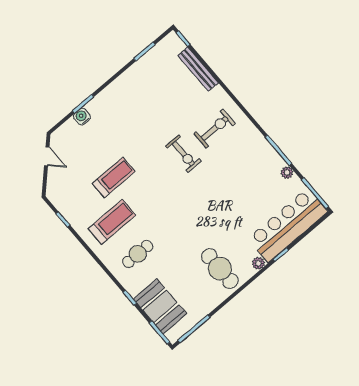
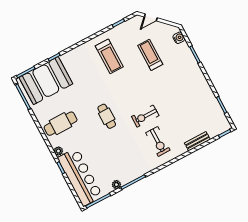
bench: (198, 69) -> (197, 141), width x0.73
water cooler: (82, 117) -> (179, 38), moved
door: (47, 156) -> (151, 17), moved
treadmill: (114, 177) -> (150, 55), moved, turned 180
cafe table: (138, 254) -> (107, 116), moved
booth: (160, 306) -> (46, 81), width x1.36, depth x1.42

